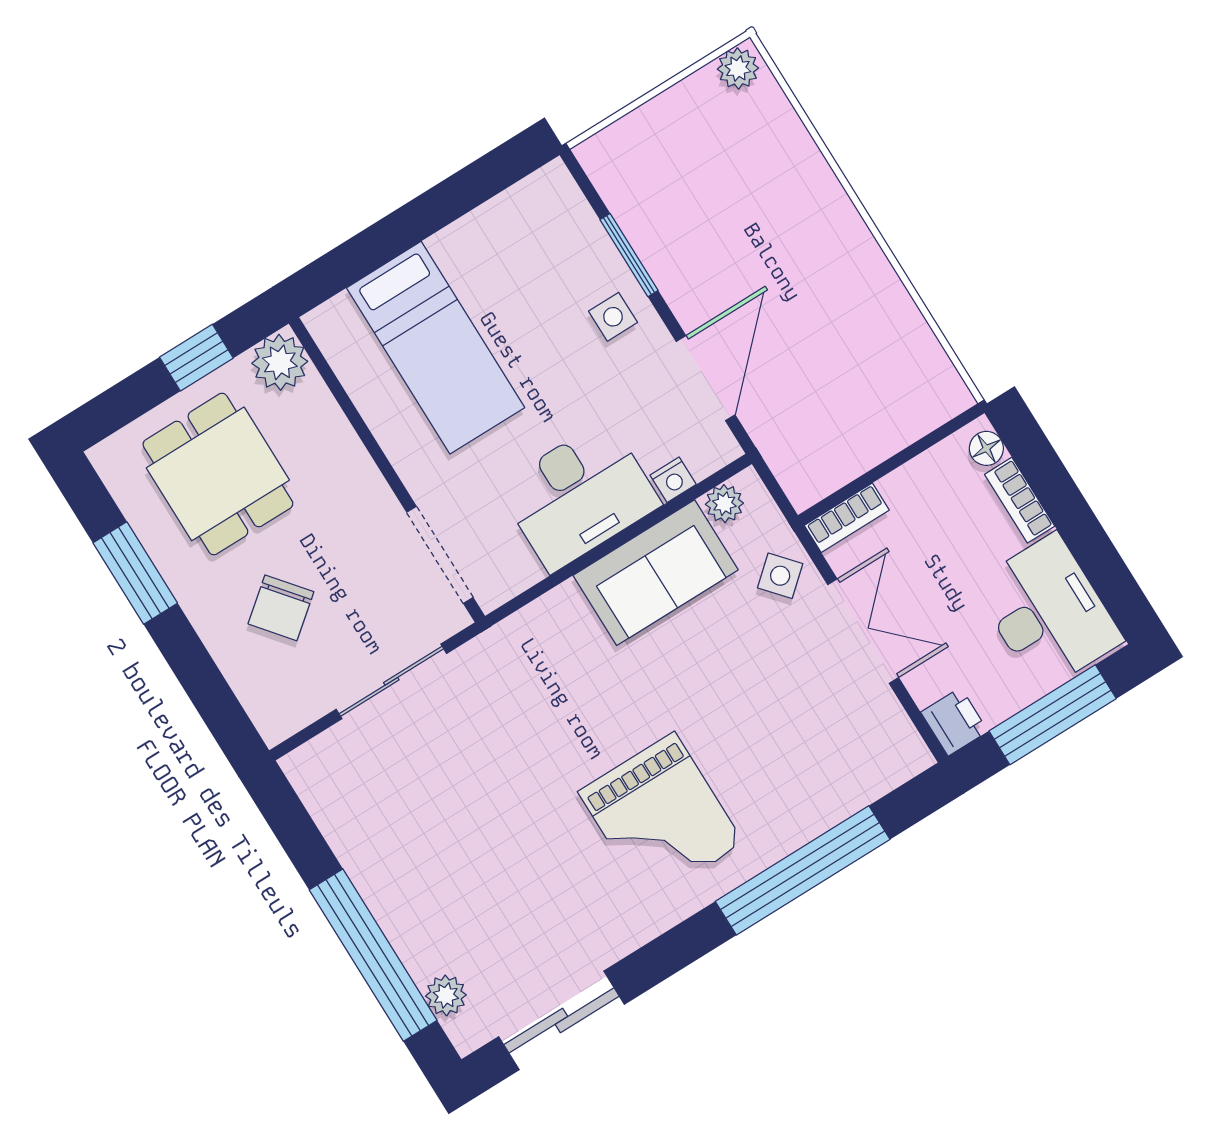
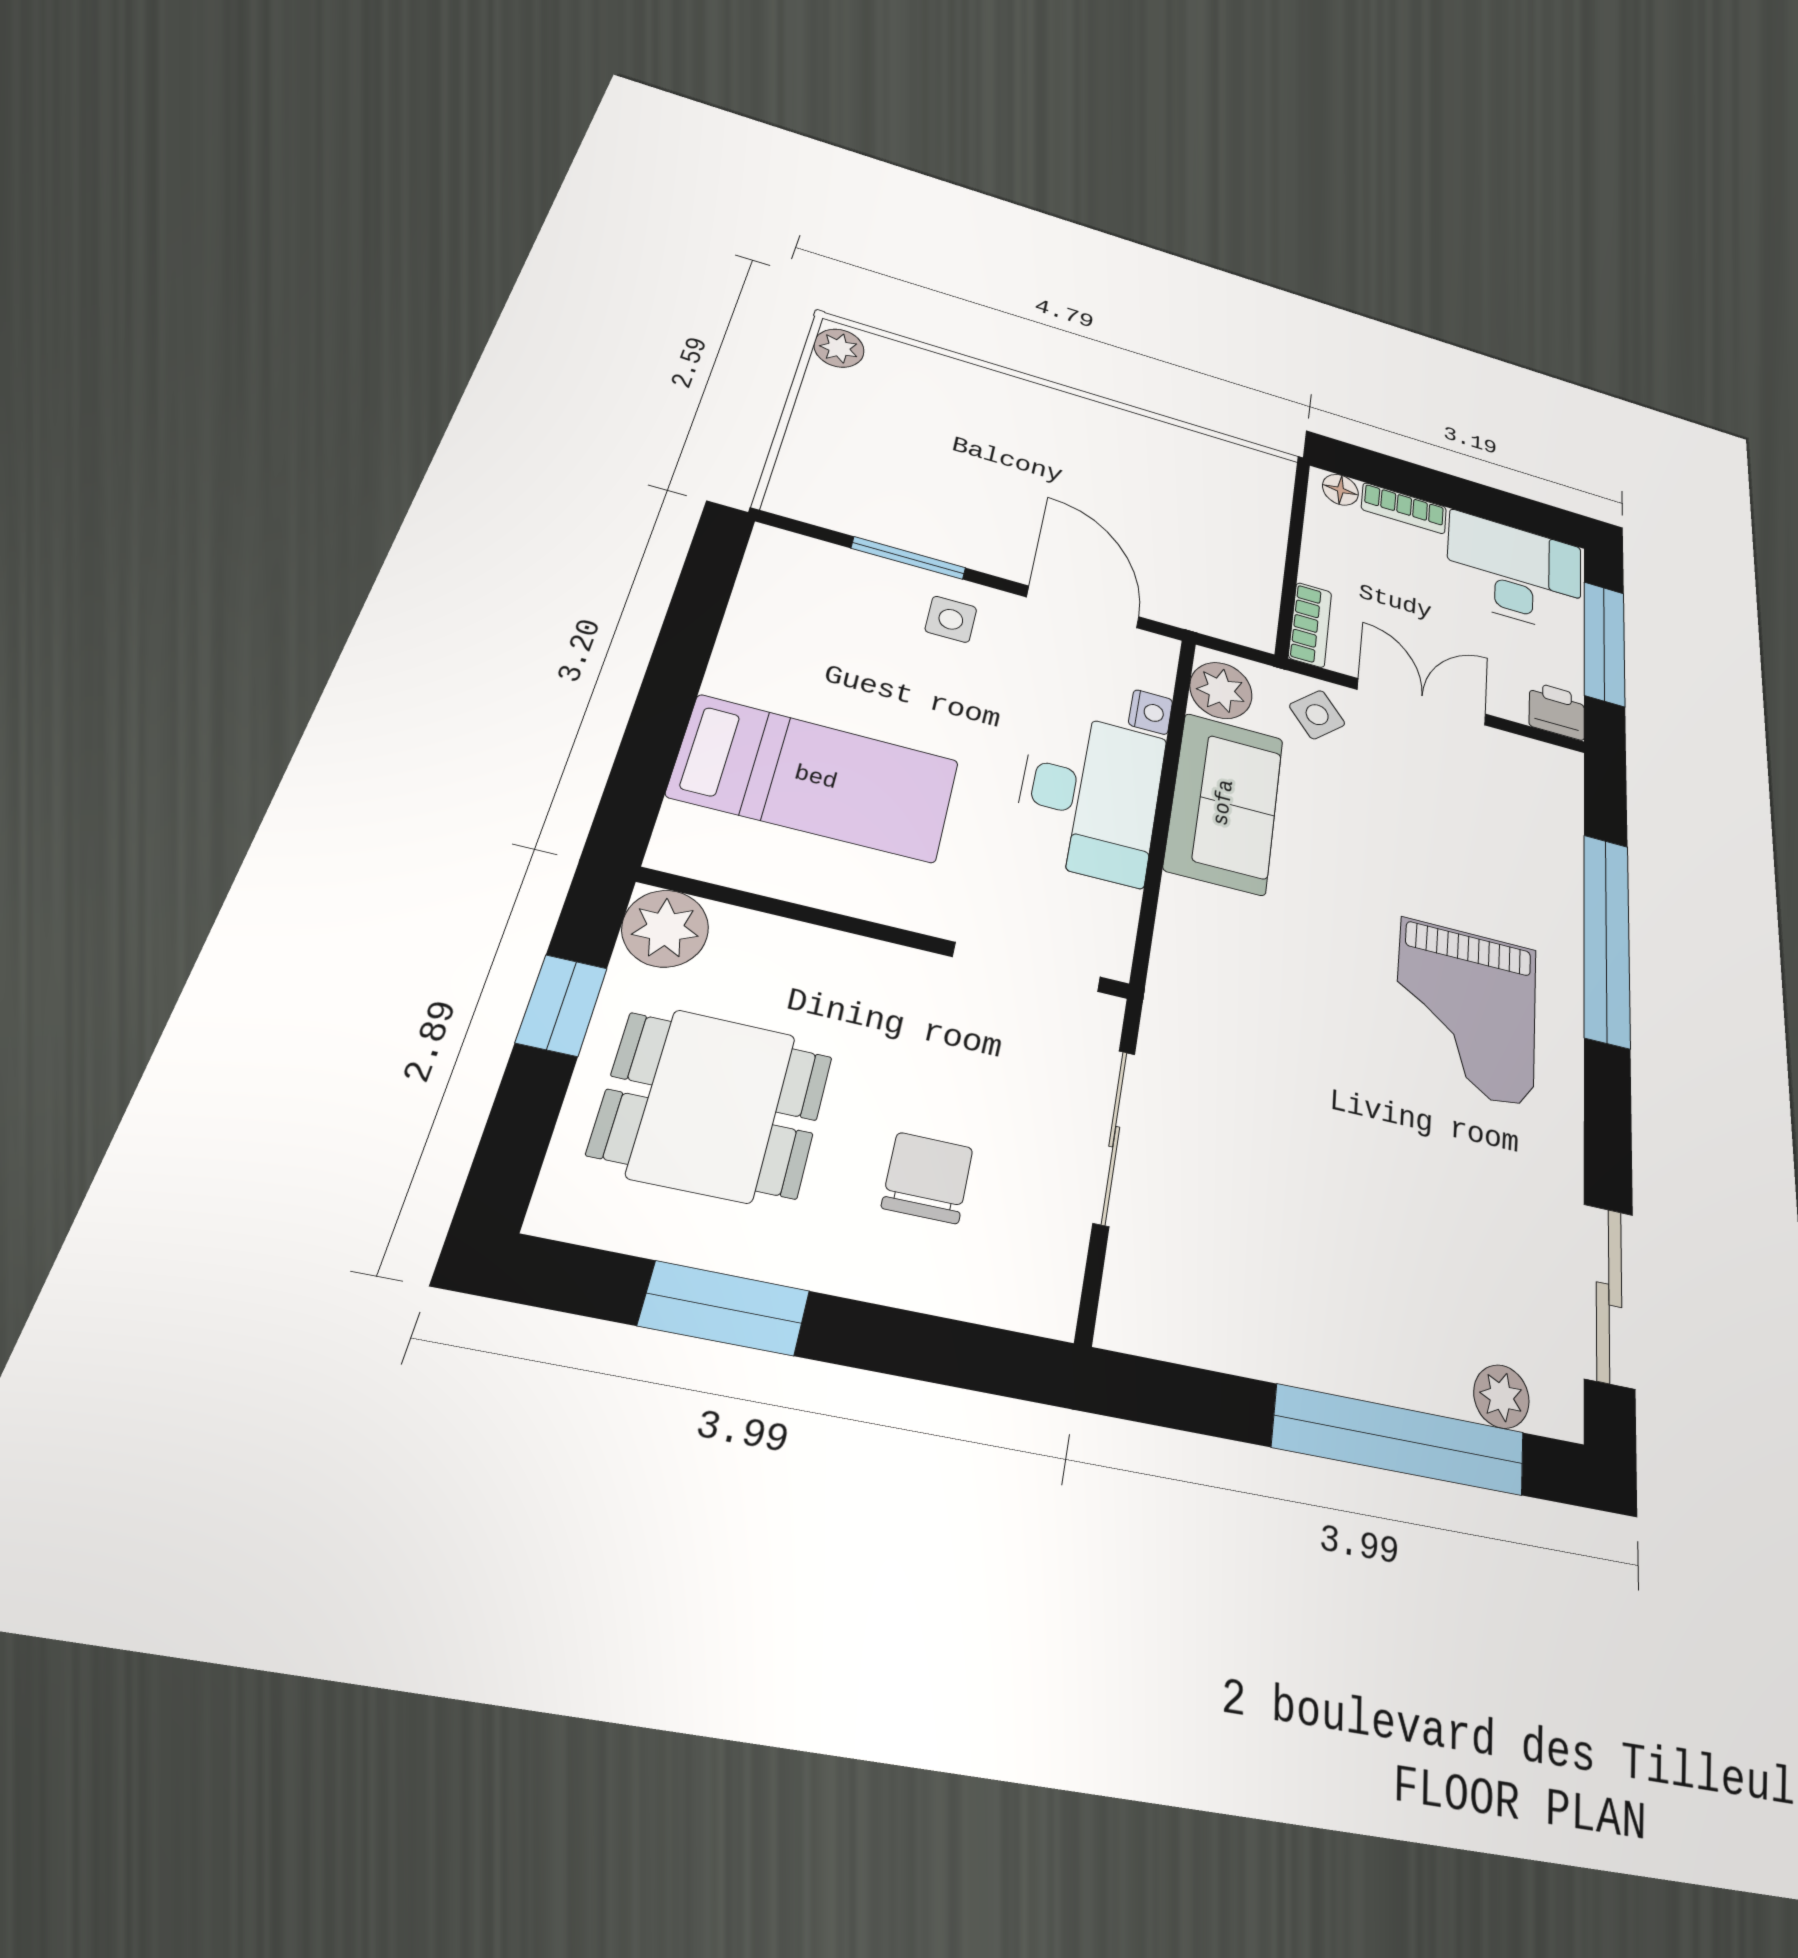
plant: (724, 504) -> (1221, 690), width x1.38, depth x1.38
chair: (281, 608) -> (927, 1178), turned -141
grand piano: (661, 818) -> (1466, 1011), turned 90

